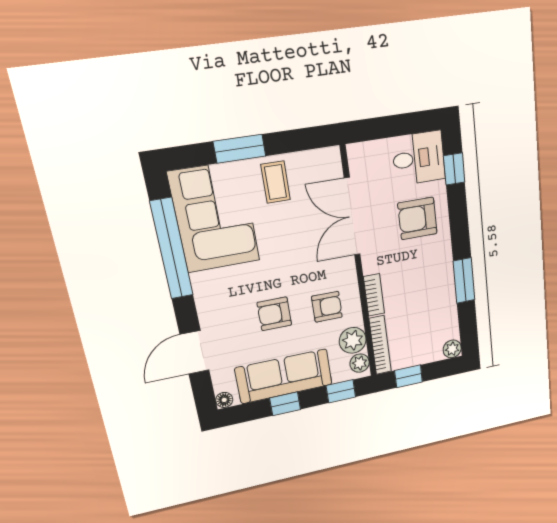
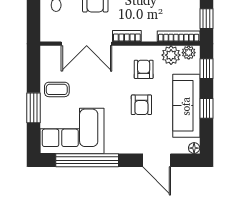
bookcase: (374, 295) -> (127, 36), moved

